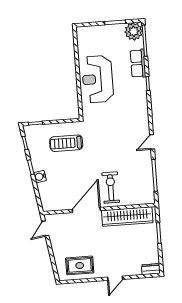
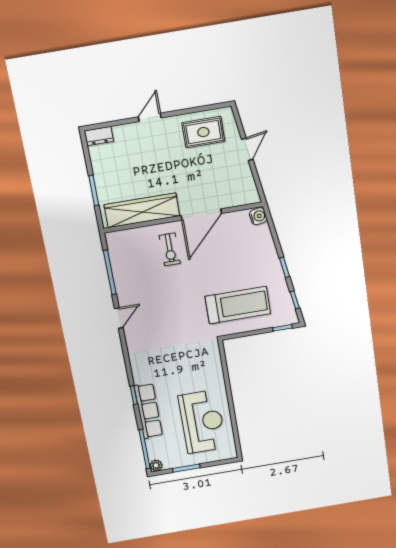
plant: (134, 31) -> (156, 465), width x0.53, depth x0.53
row of seats: (138, 63) -> (148, 411), width x1.48
reception desk: (98, 79) -> (202, 422), moved
treadmill: (66, 143) -> (238, 305), width x1.37, depth x1.38
water cooler: (40, 177) -> (258, 216), moved
exercise bike: (111, 188) -> (170, 249), width x0.73, depth x0.72
door: (45, 228) -> (247, 149), moved

